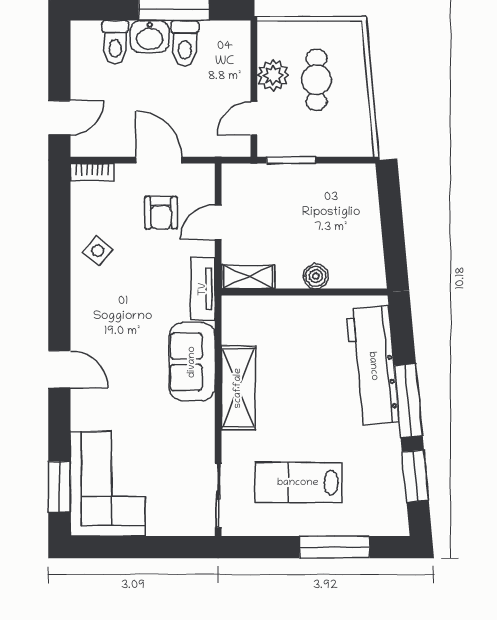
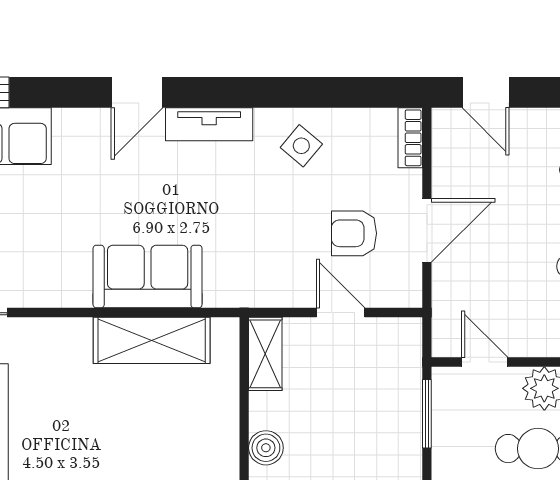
tv unit: (203, 289) -> (209, 124), moved, turned 180
shelving: (238, 388) -> (152, 340), moved

